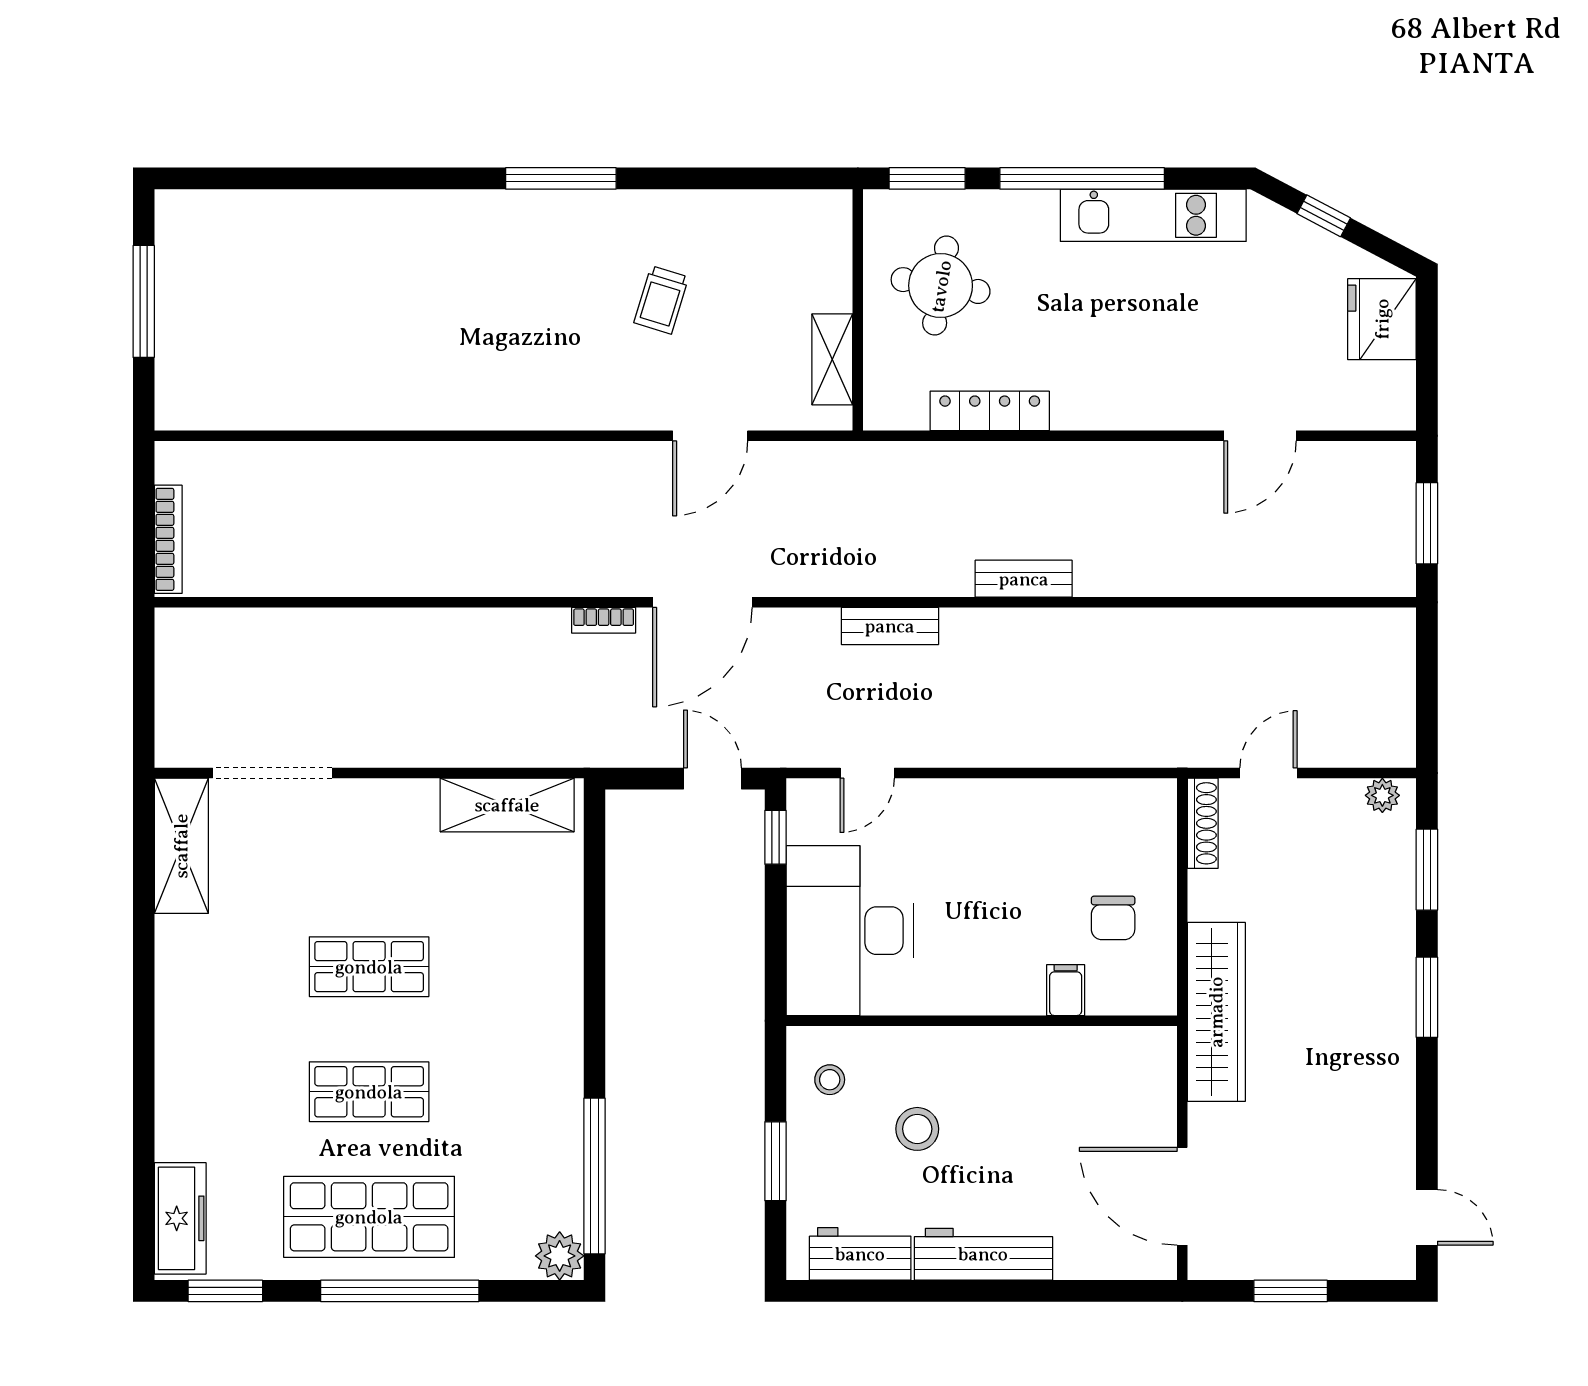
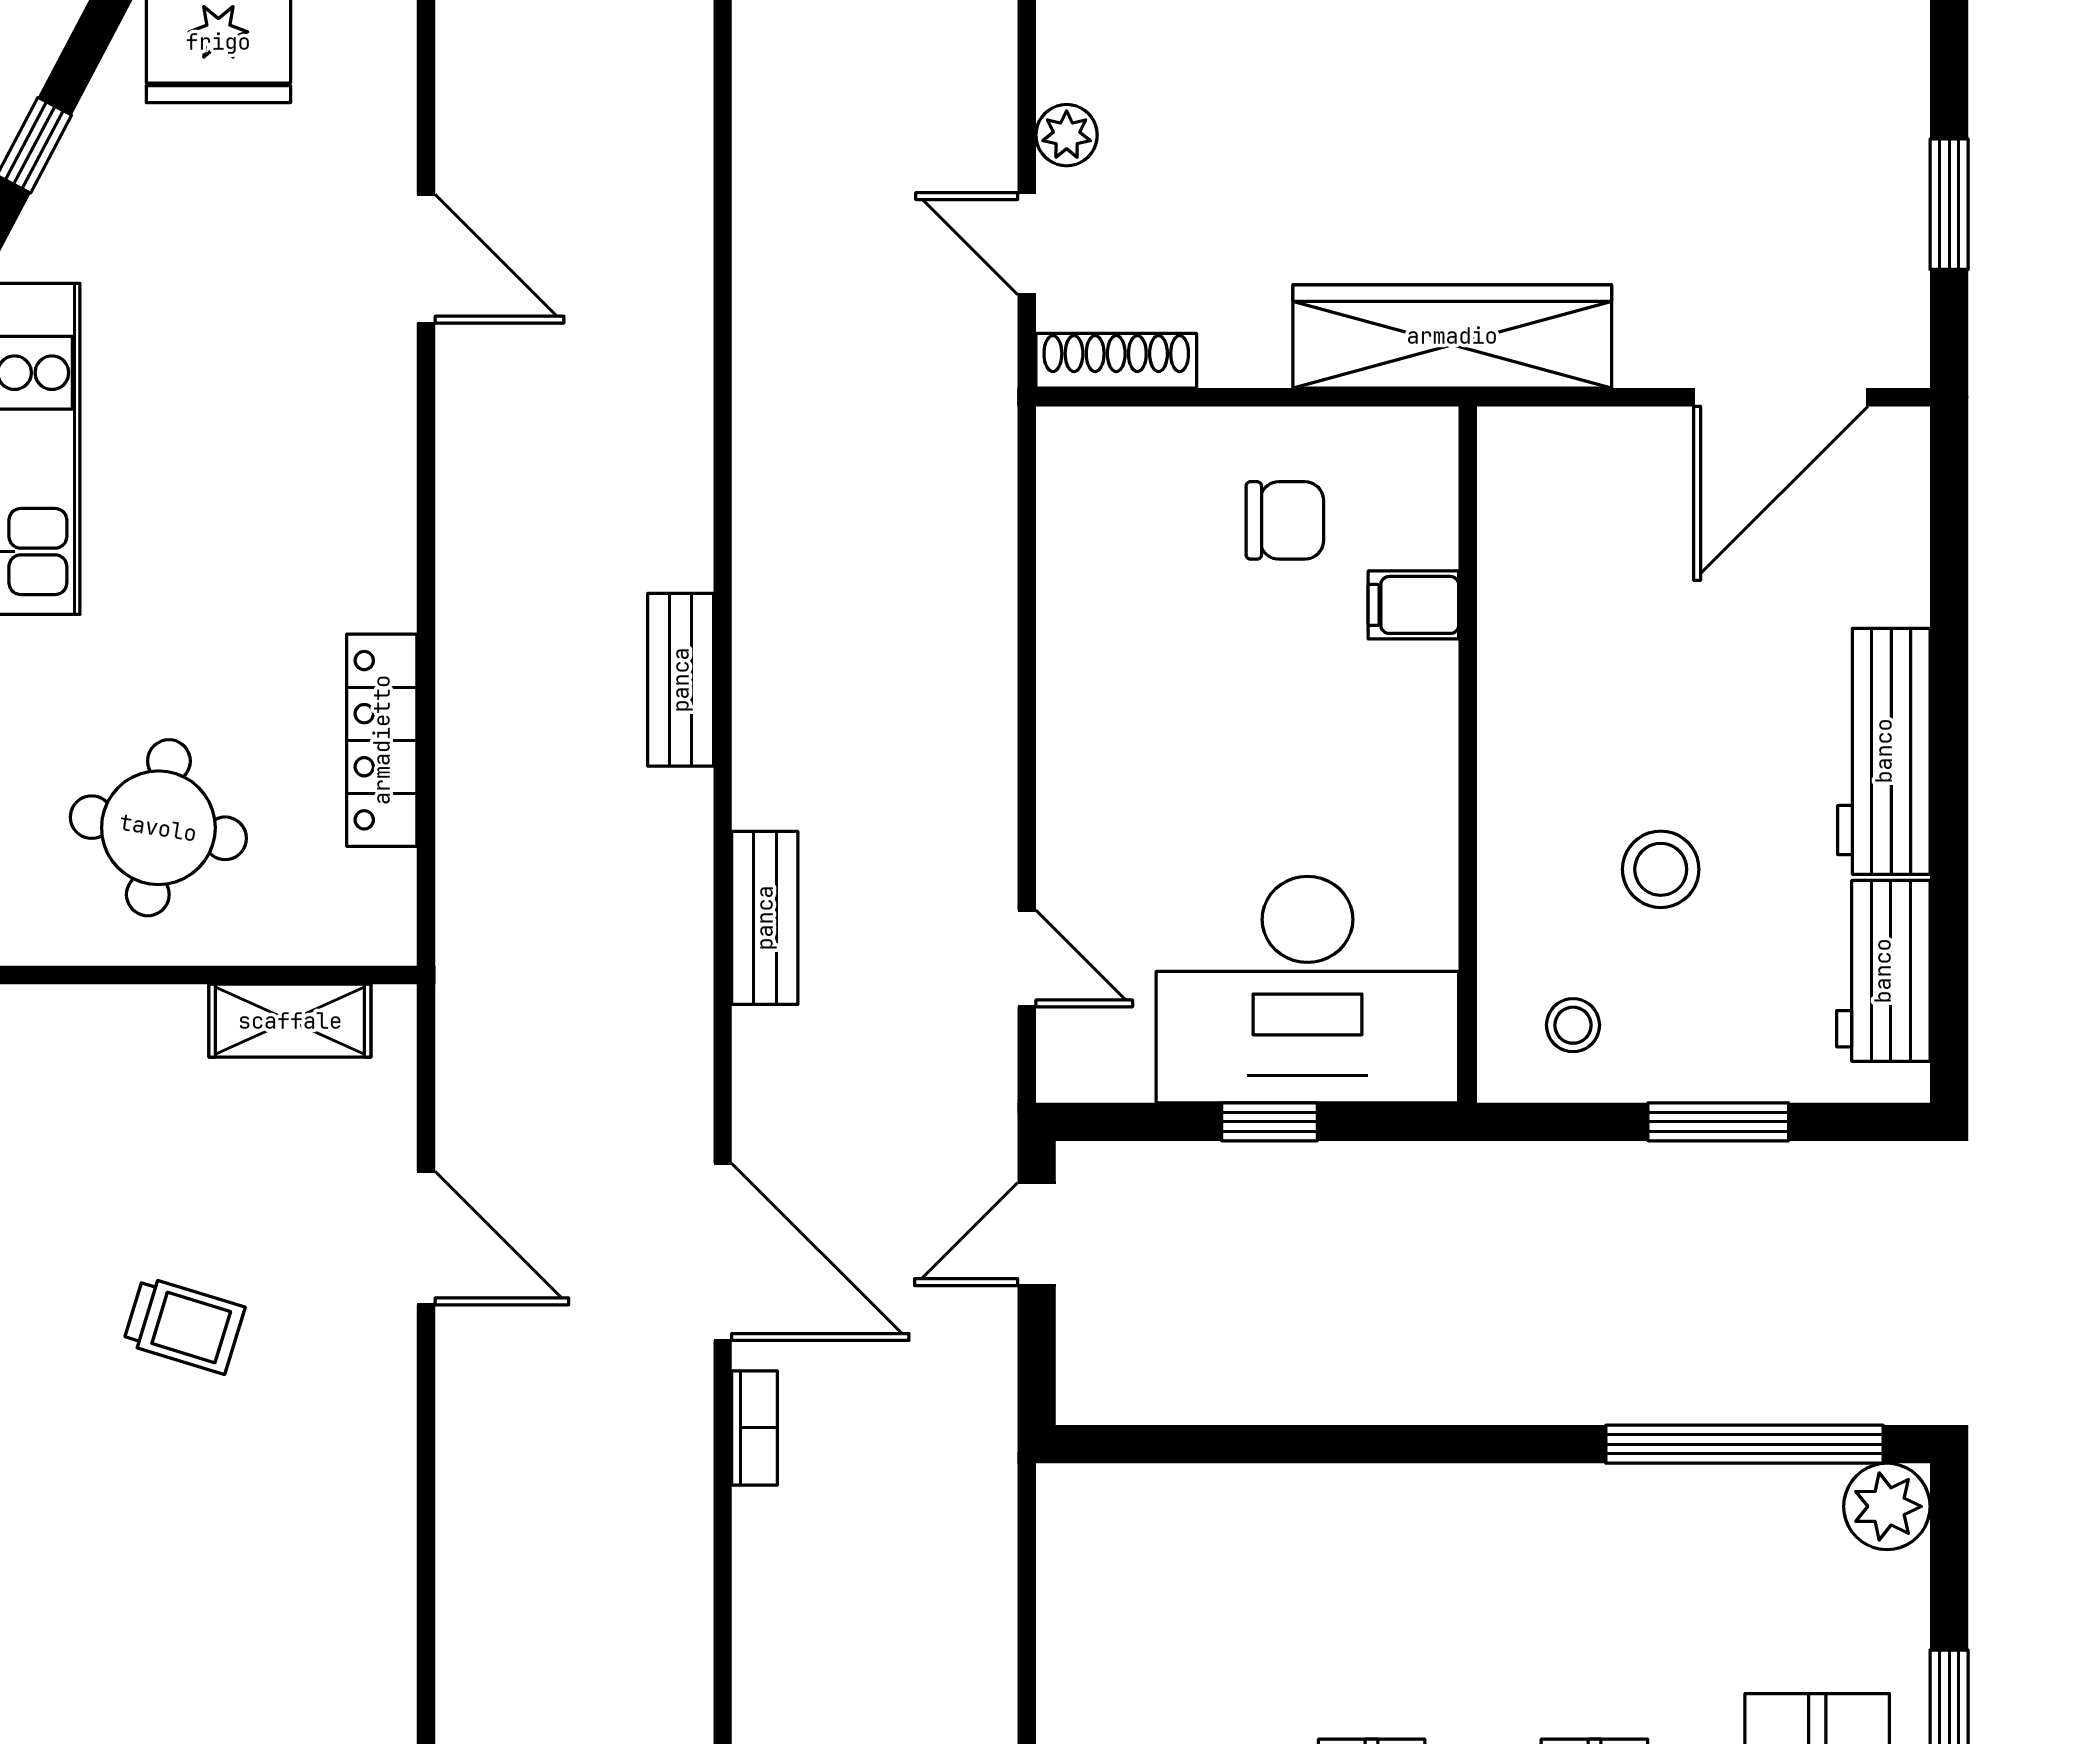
plant: (1382, 795) -> (1067, 135), moved
shelving: (507, 805) -> (1084, 1600), removed
window: (775, 837) -> (1269, 1122), moved

